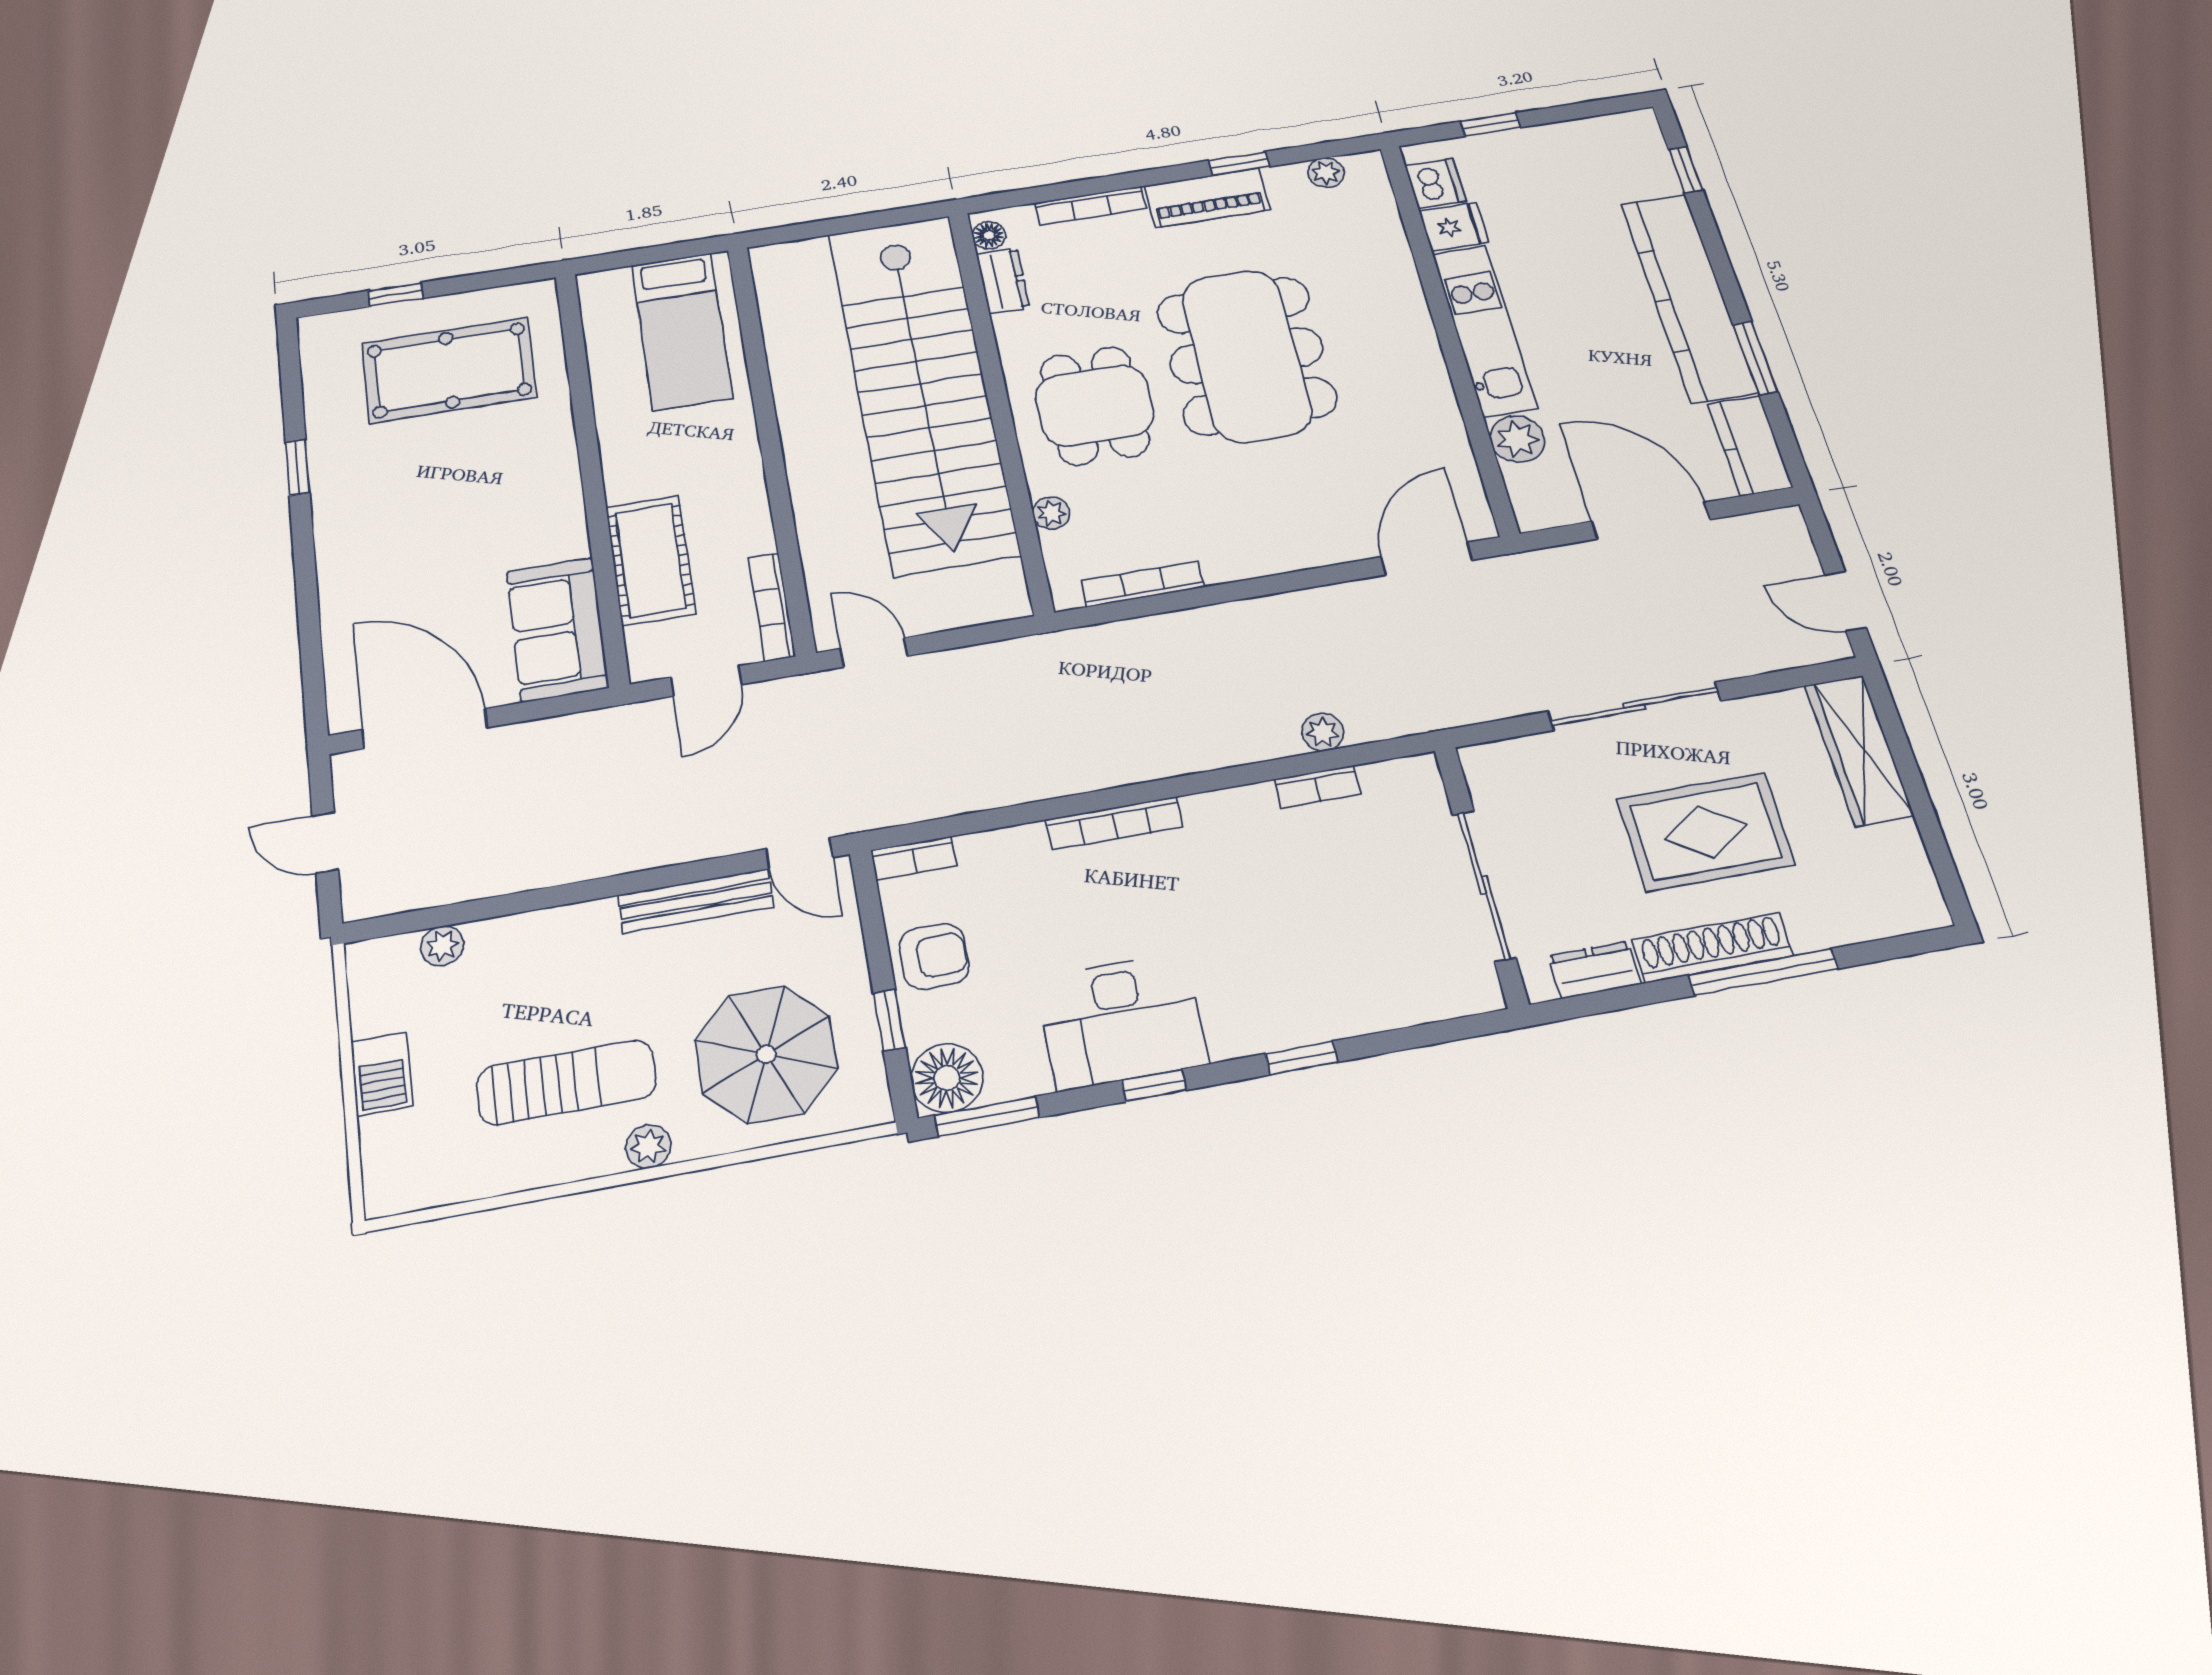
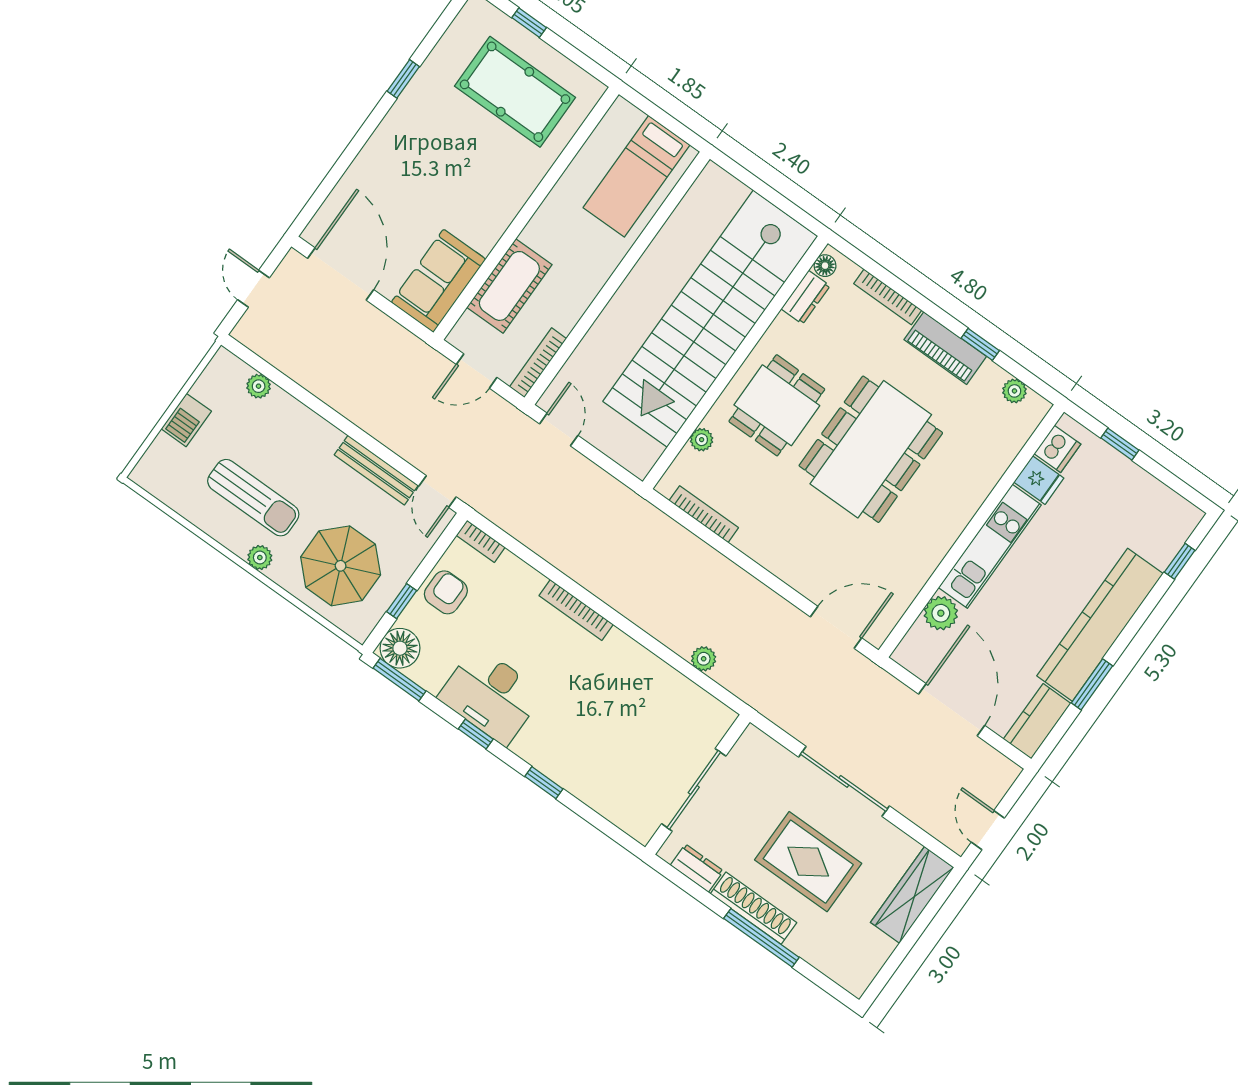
bookcase: (1317, 787) -> (675, 680), removed
armchair: (934, 956) -> (446, 592), turned -90

